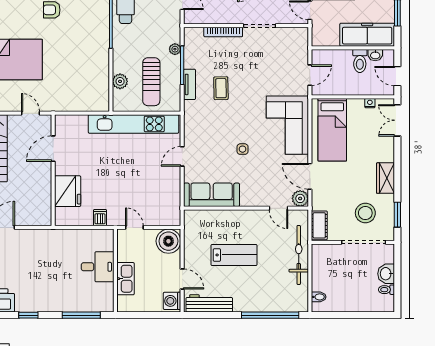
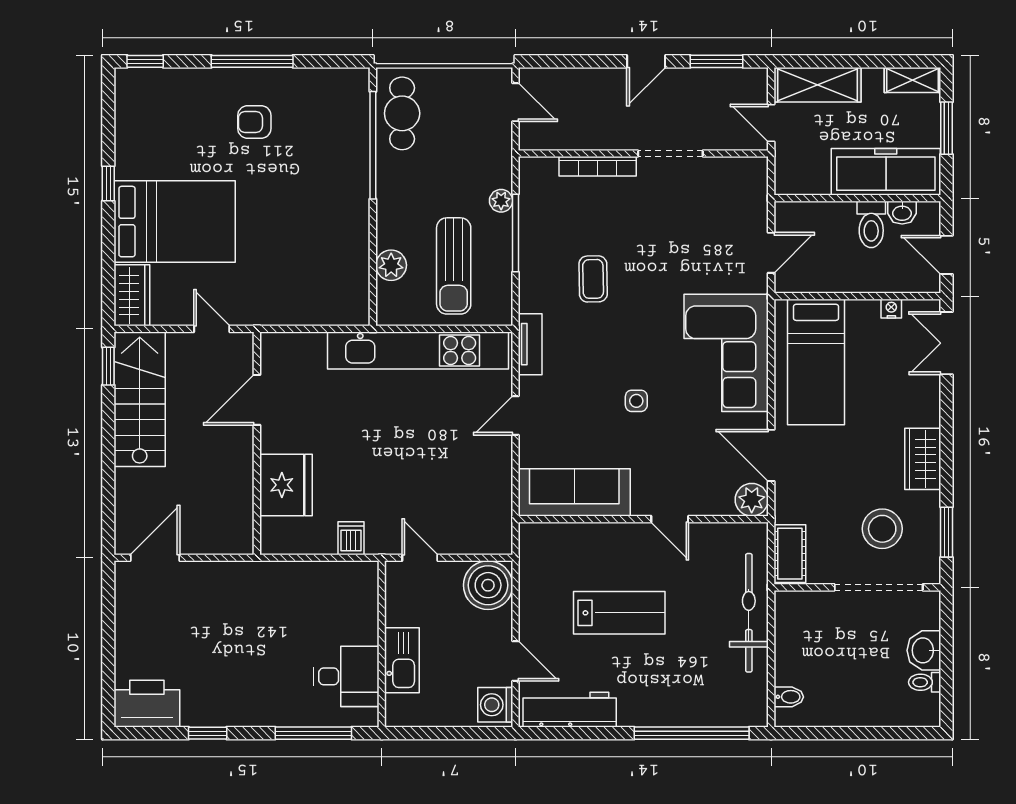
tv unit: (189, 84) -> (530, 344), moved
door: (278, 208) -> (670, 519), moved
desk: (98, 267) -> (346, 676), moved

